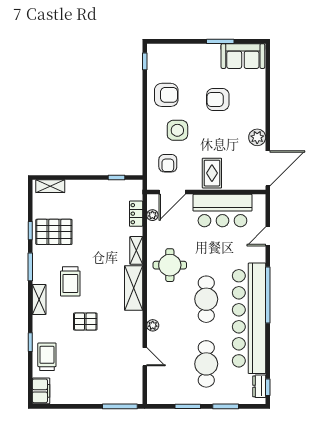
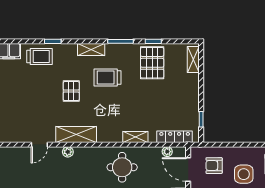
locker: (136, 214) -> (175, 137), width x1.53
shelving: (134, 288) -> (76, 135), moved

